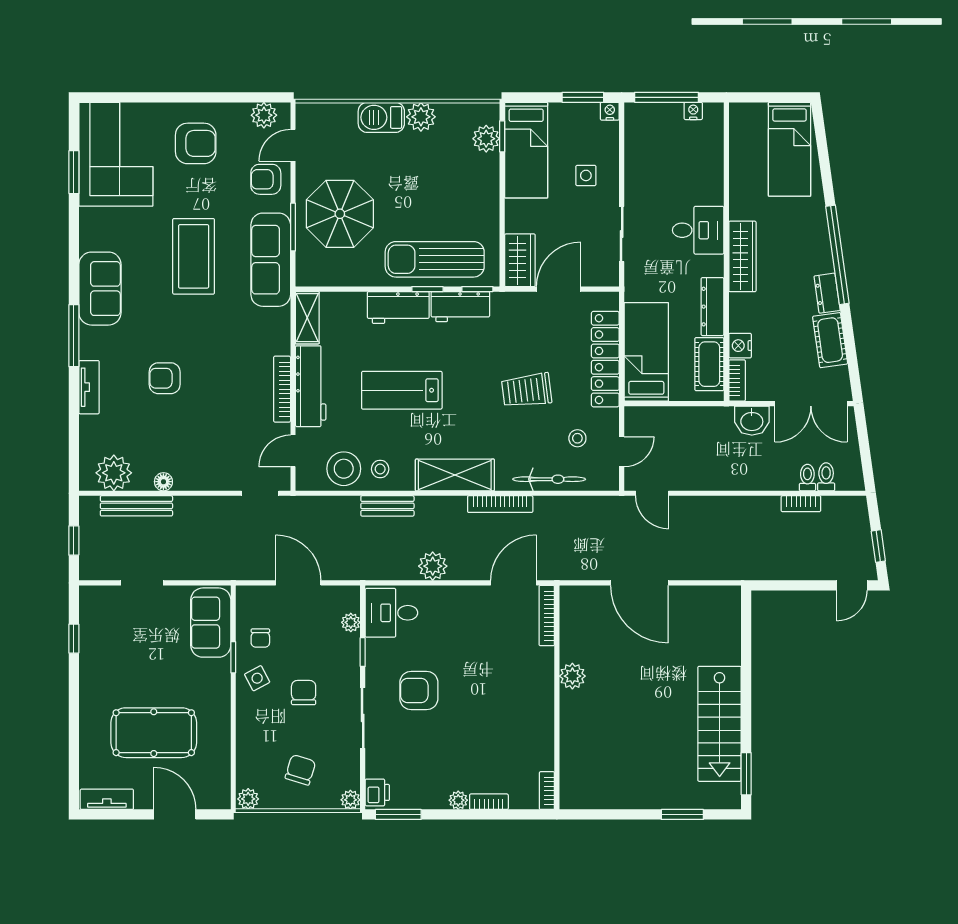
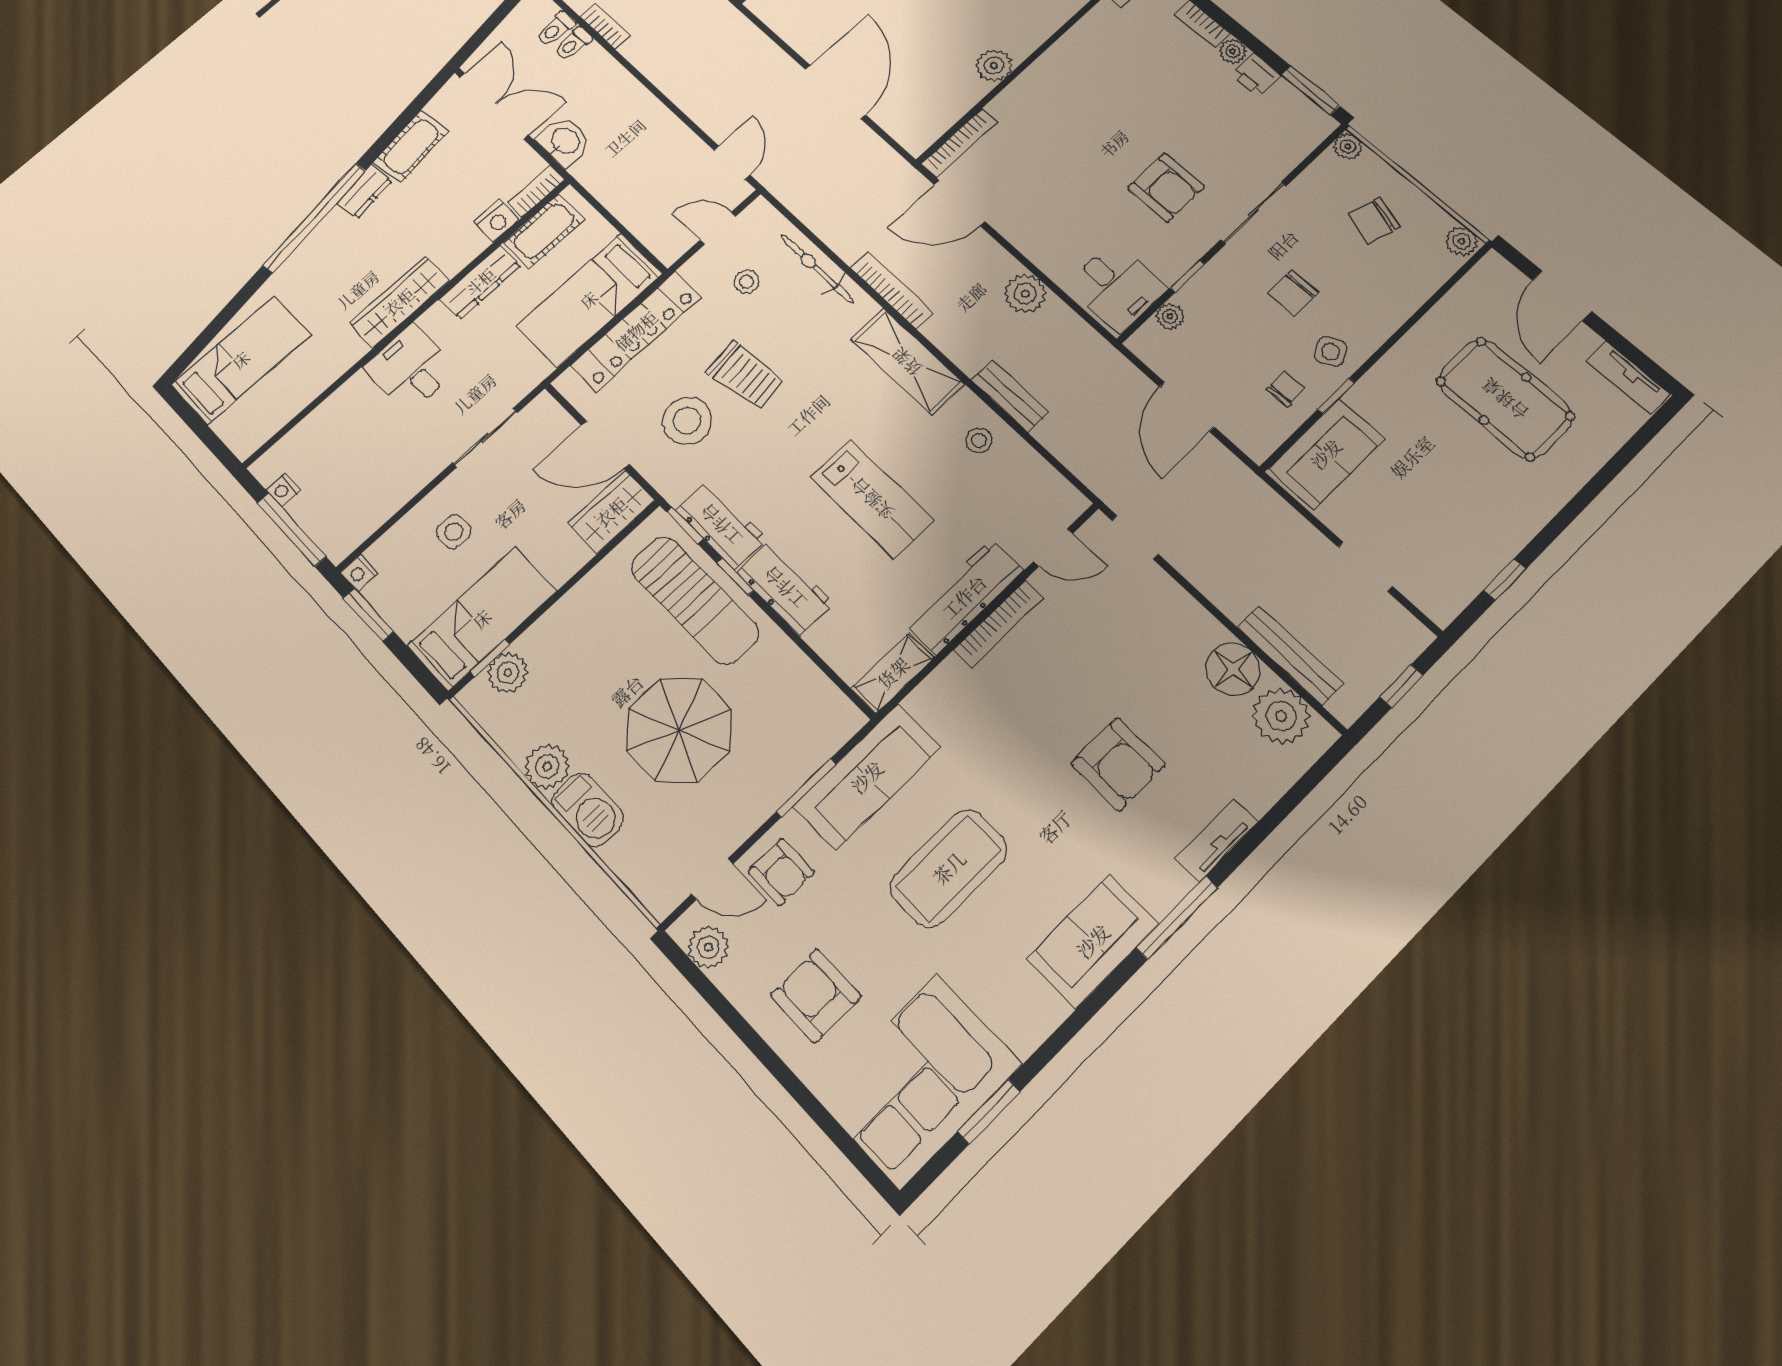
parasol: (340, 214) -> (679, 730), moved
armchair: (165, 378) -> (1118, 764), width x1.38, depth x1.38
stool: (344, 469) -> (687, 421), moved
floor lamp: (163, 482) -> (1233, 669), width x1.89, depth x1.89
printer: (377, 792) -> (1256, 75), moved, turned -90

